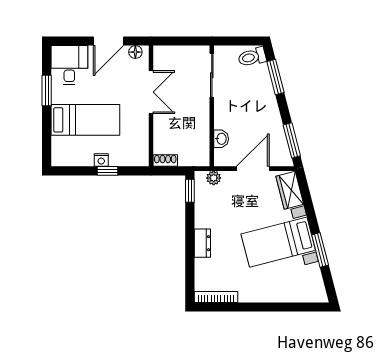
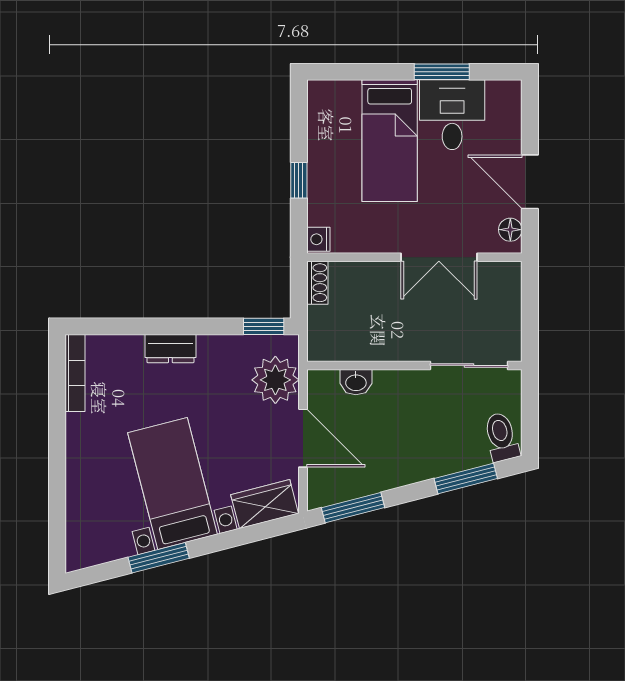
desk: (69, 65) -> (452, 115), moved, turned -90
nightstand: (101, 160) -> (318, 239), moved
plant: (214, 178) -> (275, 380), width x1.87, depth x1.87

